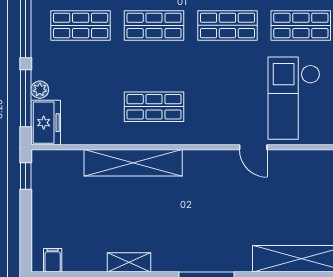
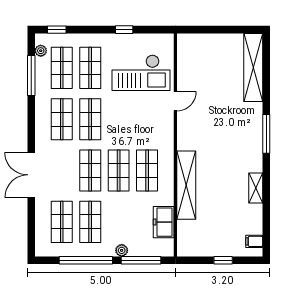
shop shelf: (154, 66) -> (119, 171), added
plant: (40, 90) -> (122, 250), moved
freezer: (46, 123) -> (164, 222), moved, turned -90
window: (26, 176) -> (223, 260), moved

